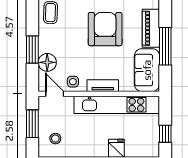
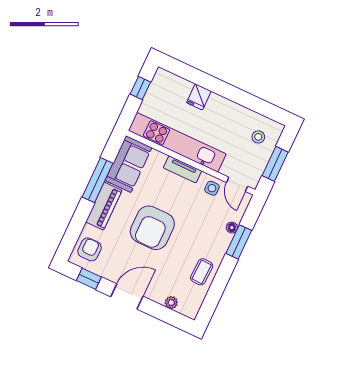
floor lamp: (47, 62) -> (232, 228), width x0.53, depth x0.53

